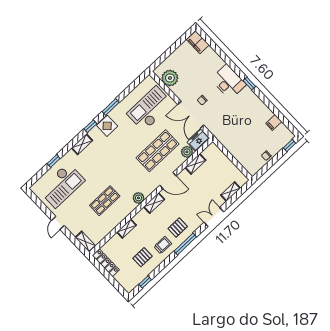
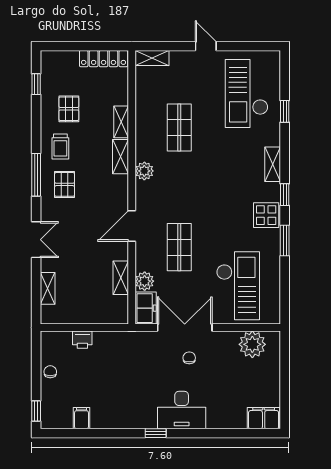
shop shelf: (157, 151) -> (179, 247), width x0.70, depth x0.74
printer: (239, 155) -> (82, 340), added
shelving: (154, 203) -> (121, 157), moved

